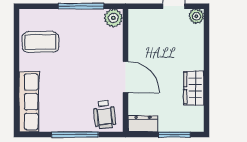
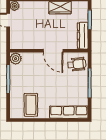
door: (126, 77) -> (53, 51), swing flipped
dresser: (143, 124) -> (83, 36), width x1.44

